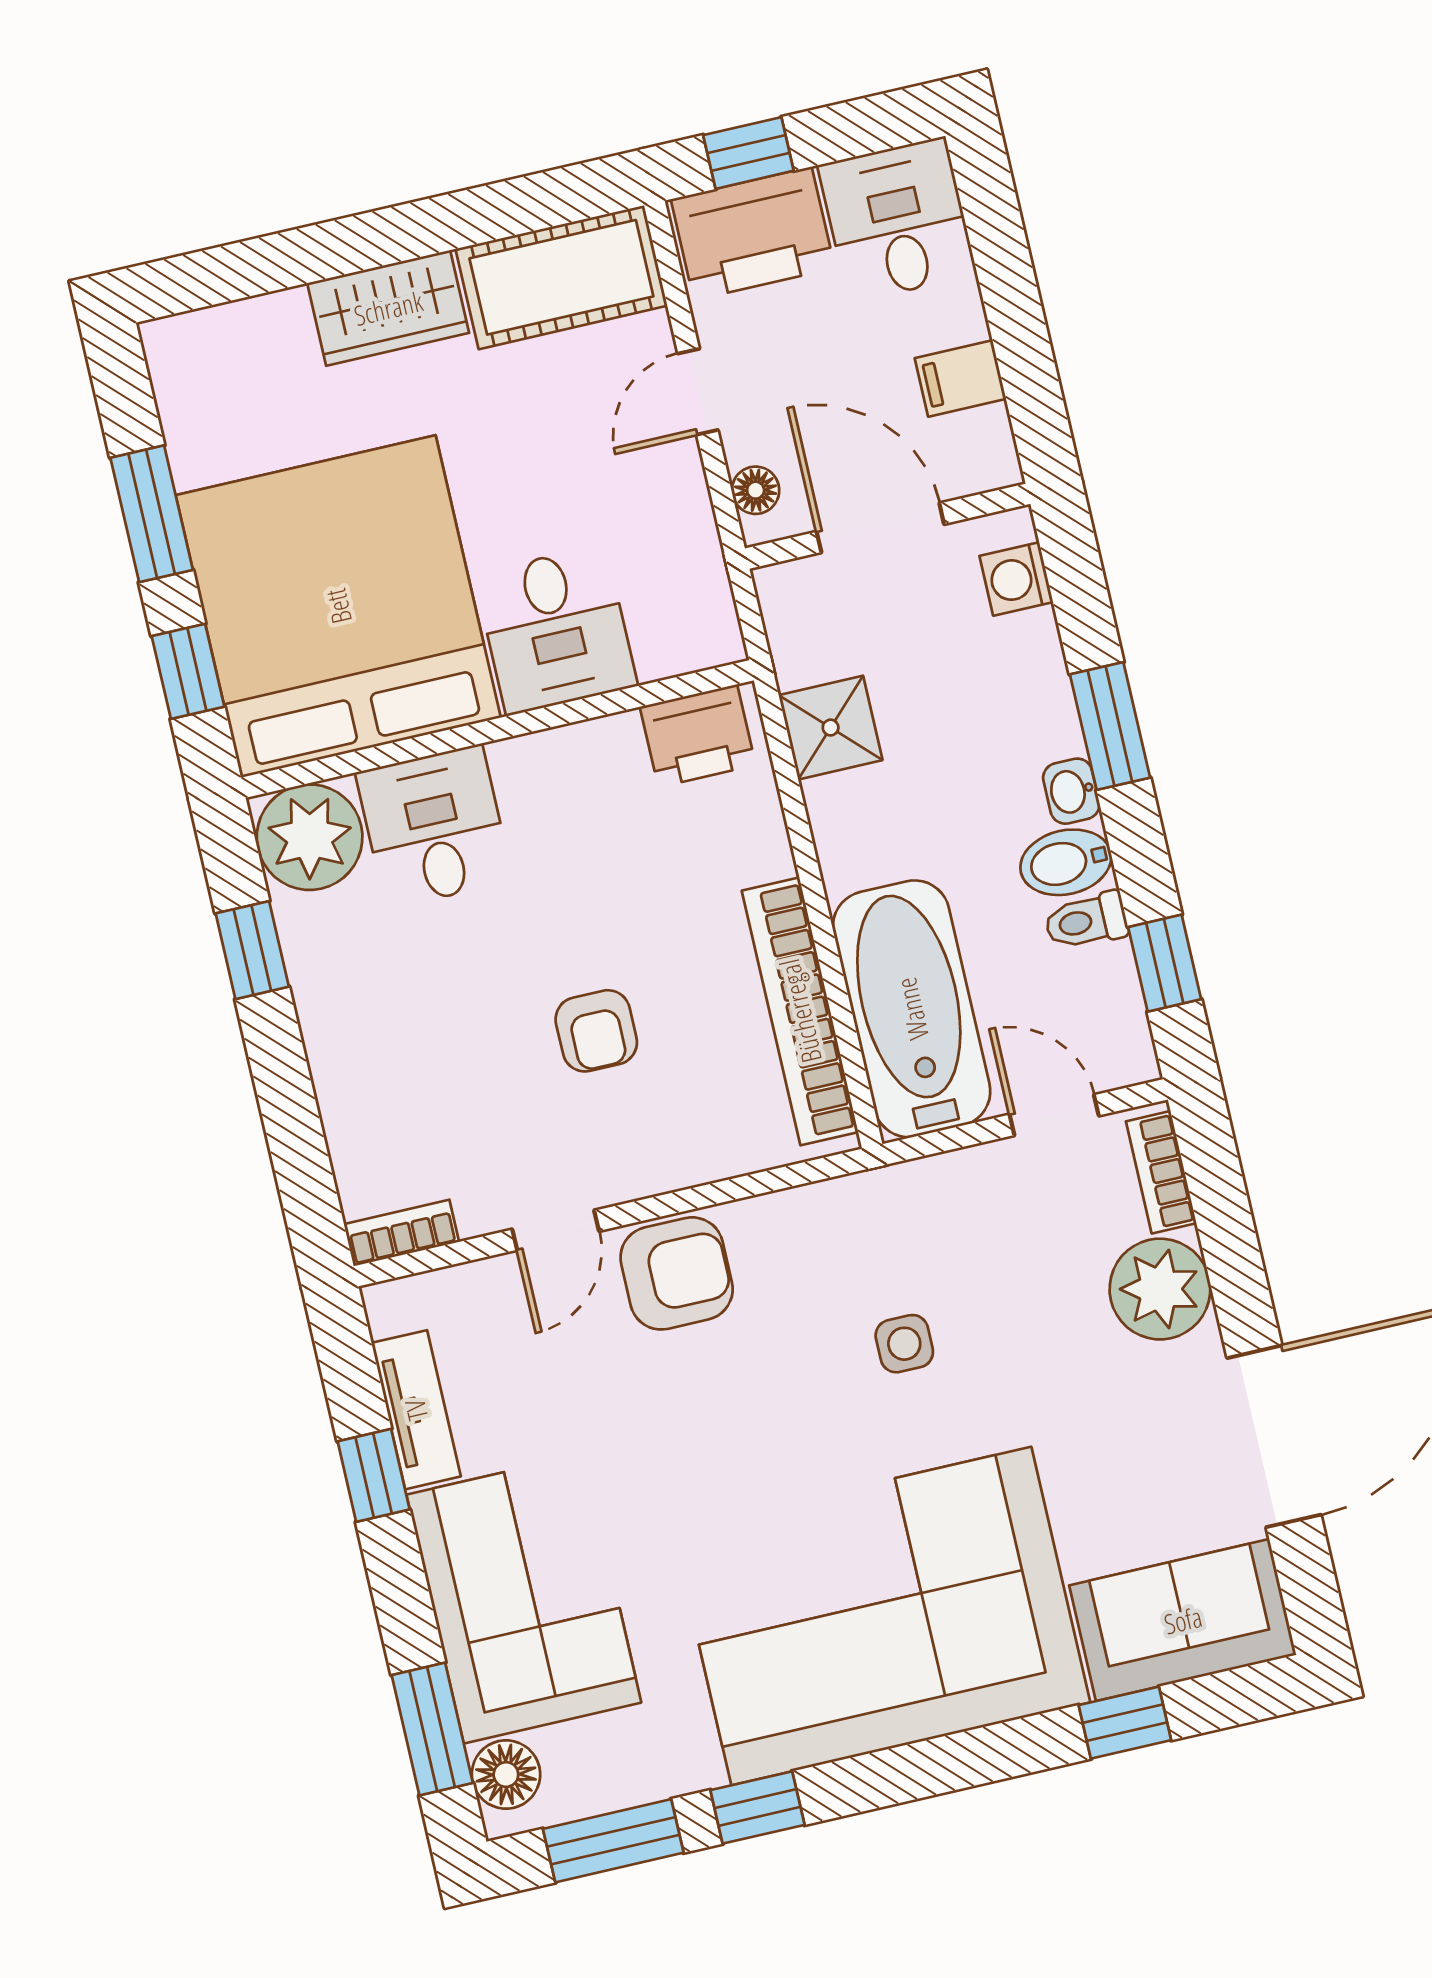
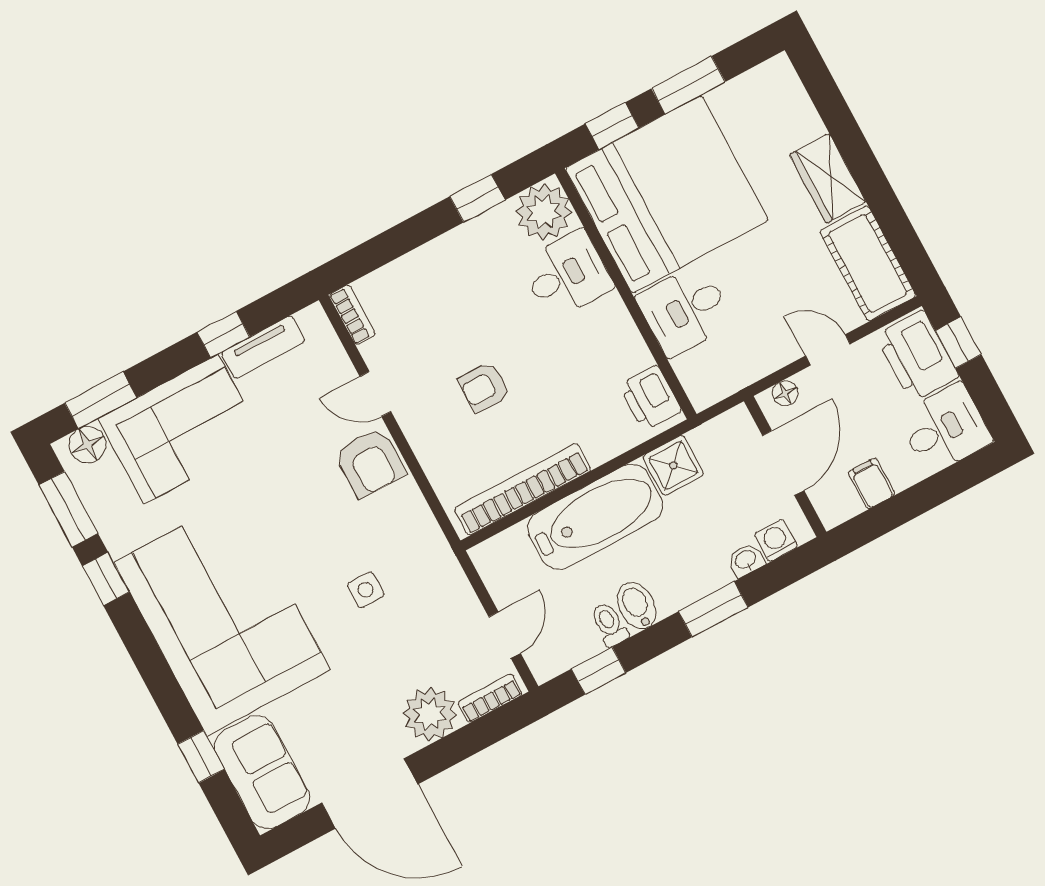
washbasin: (1071, 791) -> (746, 560), moved
bathtub: (912, 1009) -> (595, 517), moved

